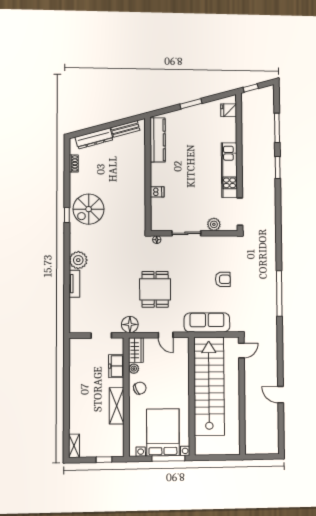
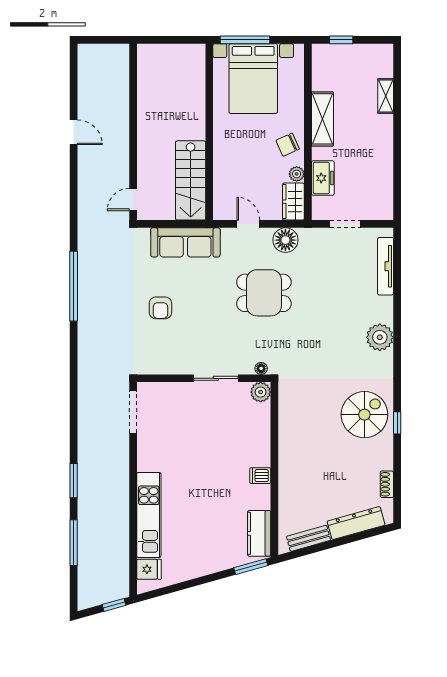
window: (191, 104) -> (251, 567), moved
kitchen counter: (158, 140) -> (259, 533), width x0.67
kitchen unit: (229, 170) -> (149, 515), moved
dishwasher: (157, 192) -> (260, 476), moved
window: (67, 215) -> (397, 423), moved
plant: (214, 224) -> (261, 392), moved
armchair: (223, 279) -> (160, 308), turned -90
tv unit: (74, 284) -> (386, 266), moved, width x1.41
dining table: (155, 289) -> (264, 293), turned 90
floor lamp: (130, 325) -> (285, 240), moved
stairs: (209, 386) -> (191, 180), width x0.54, depth x0.66
shelving: (74, 446) -> (386, 96), moved

